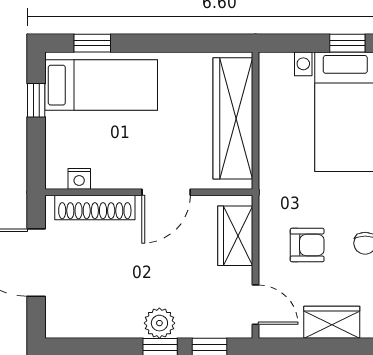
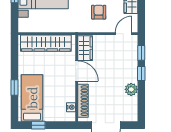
window: (92, 43) -> (14, 88), moved
wardrobe: (235, 236) -> (85, 48), moved, turned -90
plant: (159, 323) -> (131, 89), moved

